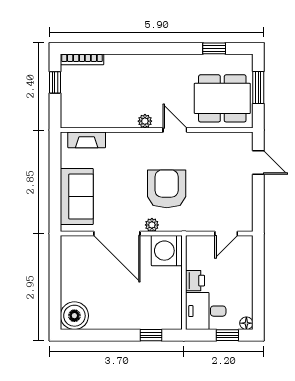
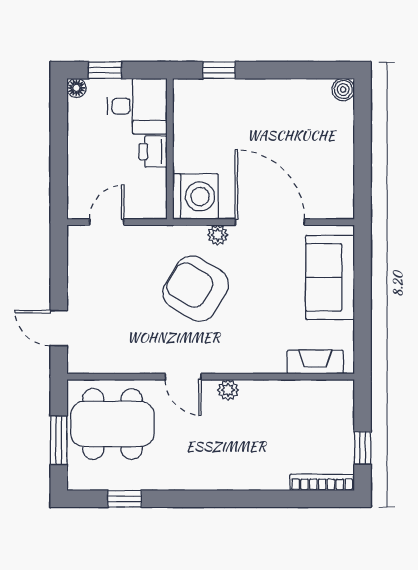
armchair: (167, 189) -> (196, 289), turned 121
boiler: (74, 316) -> (343, 89), width x0.54, depth x0.54

